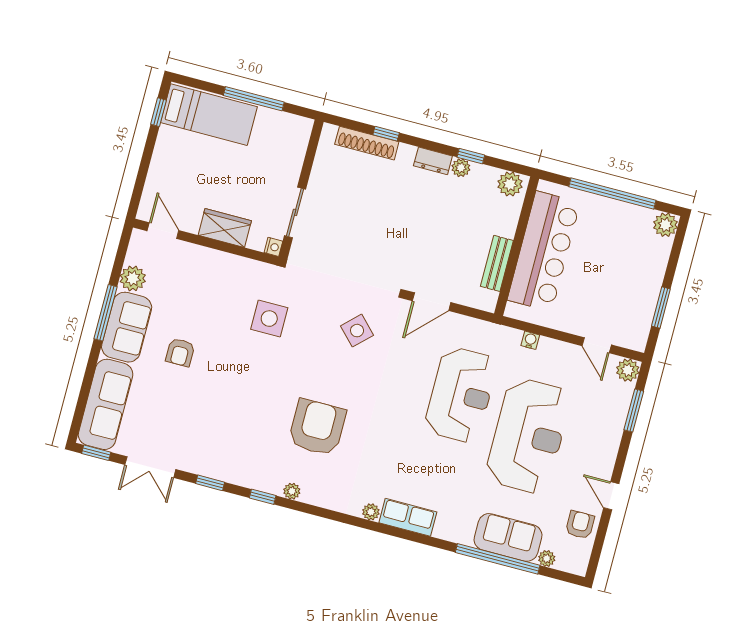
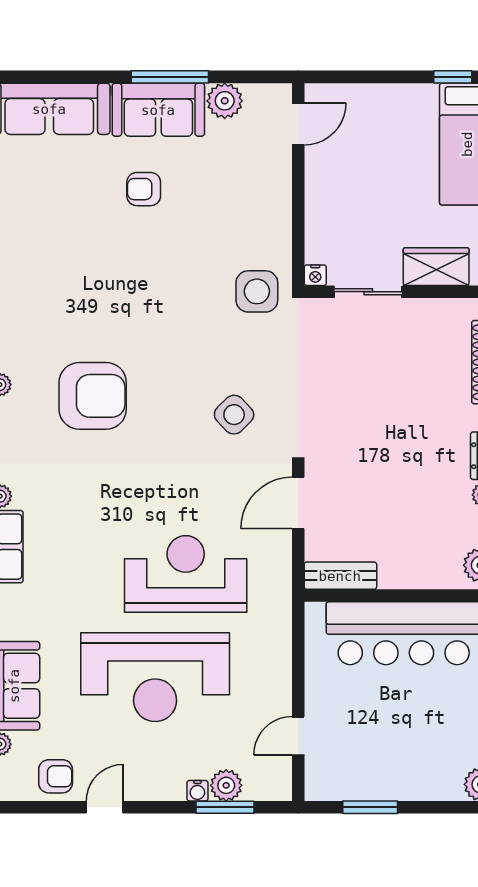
wardrobe: (225, 228) -> (436, 267), moved, turned -90
bench: (497, 263) -> (340, 576), moved
door: (432, 302) -> (298, 503), hinge flipped
side table: (269, 319) -> (257, 291), moved
water cooler: (530, 340) -> (197, 791), moved, turned 90
plant: (628, 370) -> (226, 785), moved
reception desk: (461, 395) -> (186, 574), turned 180

